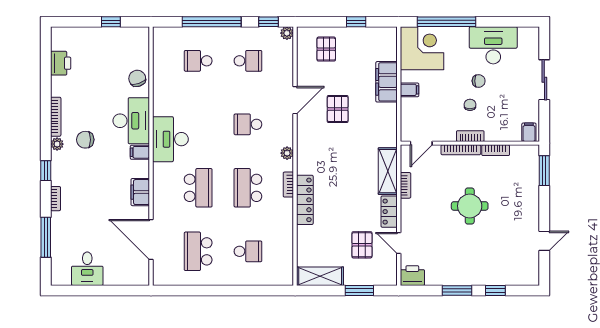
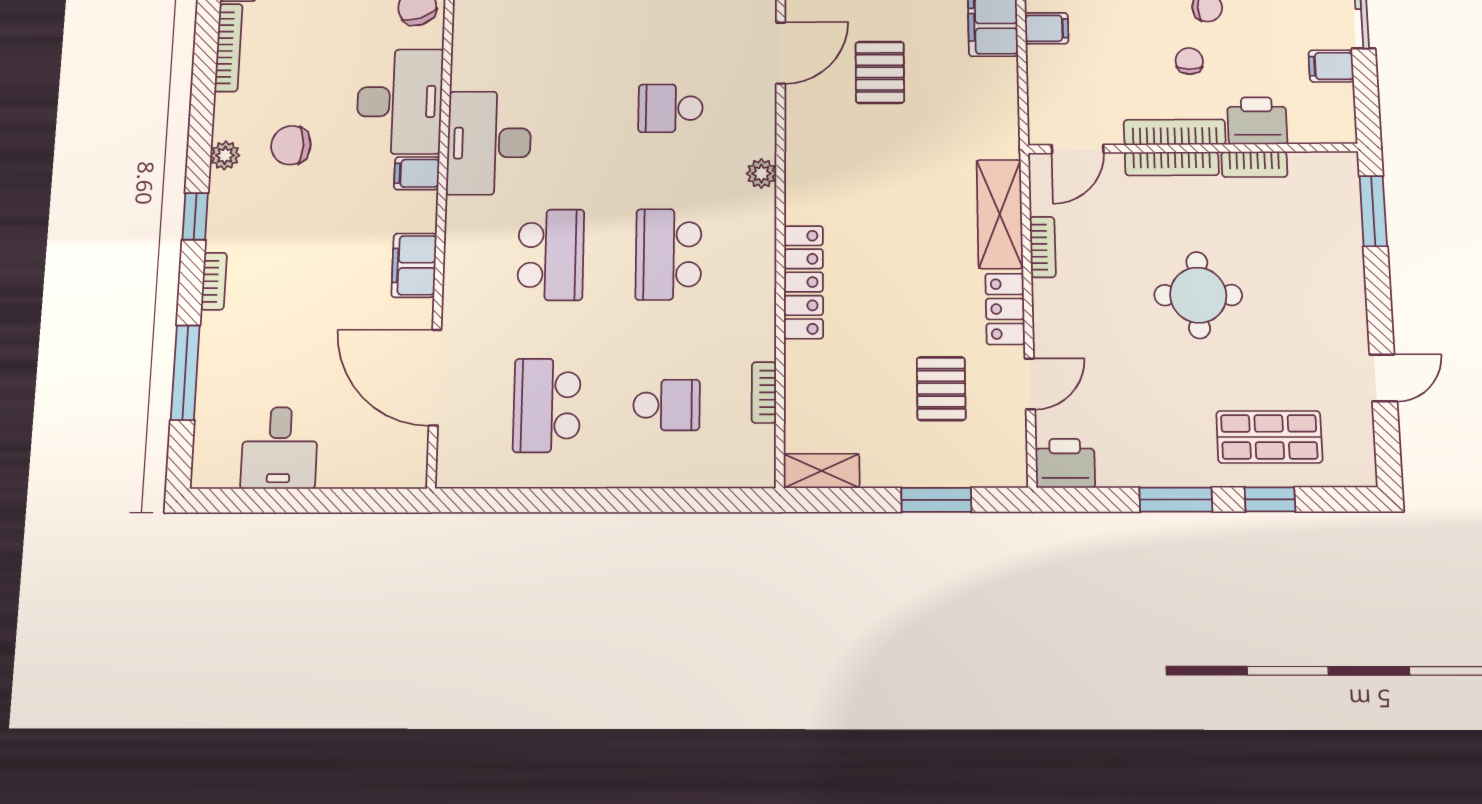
bookcase: (56, 117) -> (228, 48), moved
printer: (498, 131) -> (1257, 121), added
filing cabinet: (529, 132) -> (1331, 66), moved, turned -90
bookcase: (470, 136) -> (1175, 132), width x1.56
bookcase: (288, 185) -> (764, 392), moved
door: (399, 243) -> (1030, 384), swing flipped
shop shelf: (496, 265) -> (1269, 437), added
shelving: (320, 276) -> (822, 471), width x0.67, depth x0.75

